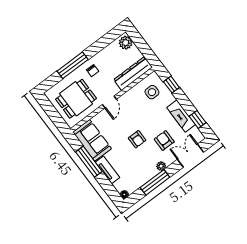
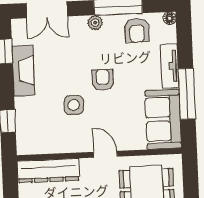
side table: (152, 92) -> (74, 105), moved
door: (109, 102) -> (105, 154), hinge flipped
armchair: (164, 140) -> (137, 30), moved

